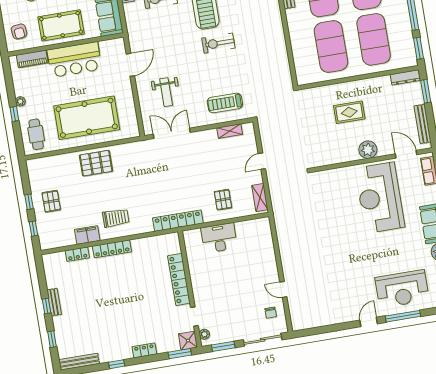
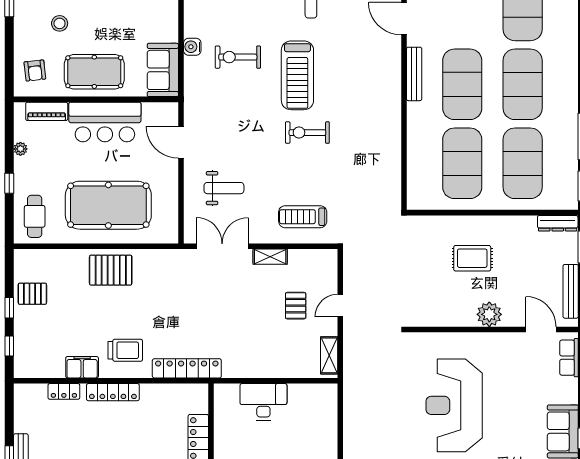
door: (130, 65) -> (181, 142), swing flipped
weight bench: (166, 92) -> (224, 188), turned -90
plant: (20, 101) -> (20, 149), moved
shelving: (230, 131) -> (270, 257), moved
reception desk: (380, 198) -> (454, 405), moved
pallet: (223, 200) -> (296, 306), moved
pallet: (51, 201) -> (32, 294), moved, turned 90
locker: (178, 221) -> (187, 368), moved

